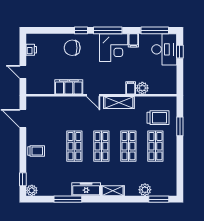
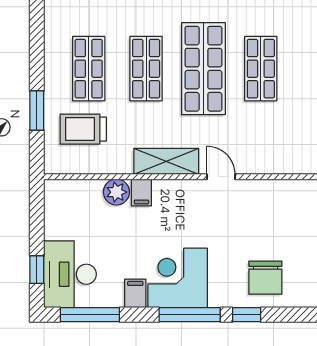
chair: (72, 48) -> (265, 278), turned 90
filing cabinet: (69, 87) -> (273, 194), removed
shop shelf: (101, 146) -> (203, 69), width x1.43, depth x1.36

